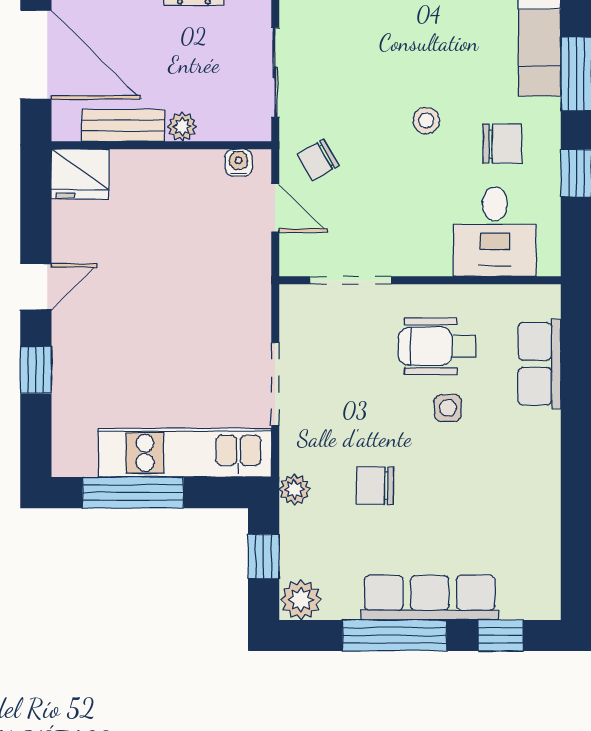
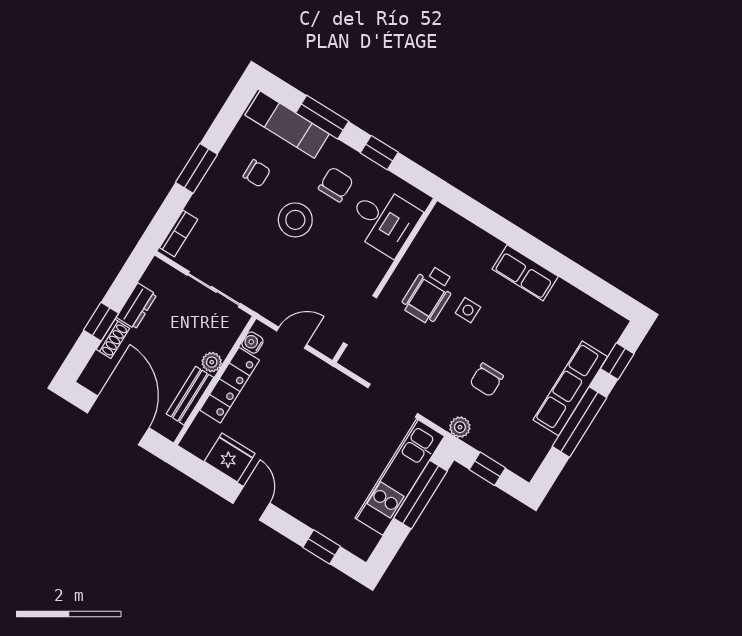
door: (36, 55) -> (118, 420), hinge flipped
stool: (426, 121) -> (295, 220), width x1.89, depth x1.89
chair: (318, 160) -> (257, 173), moved, turned -60
locker: (167, 167) -> (230, 385), added
fridge: (80, 174) -> (230, 457), moved, turned -90
row of seats: (540, 364) -> (525, 273), moved
window: (36, 370) -> (322, 547), moved
window: (133, 493) -> (421, 495), moved
plant: (301, 600) -> (525, 463), removed

